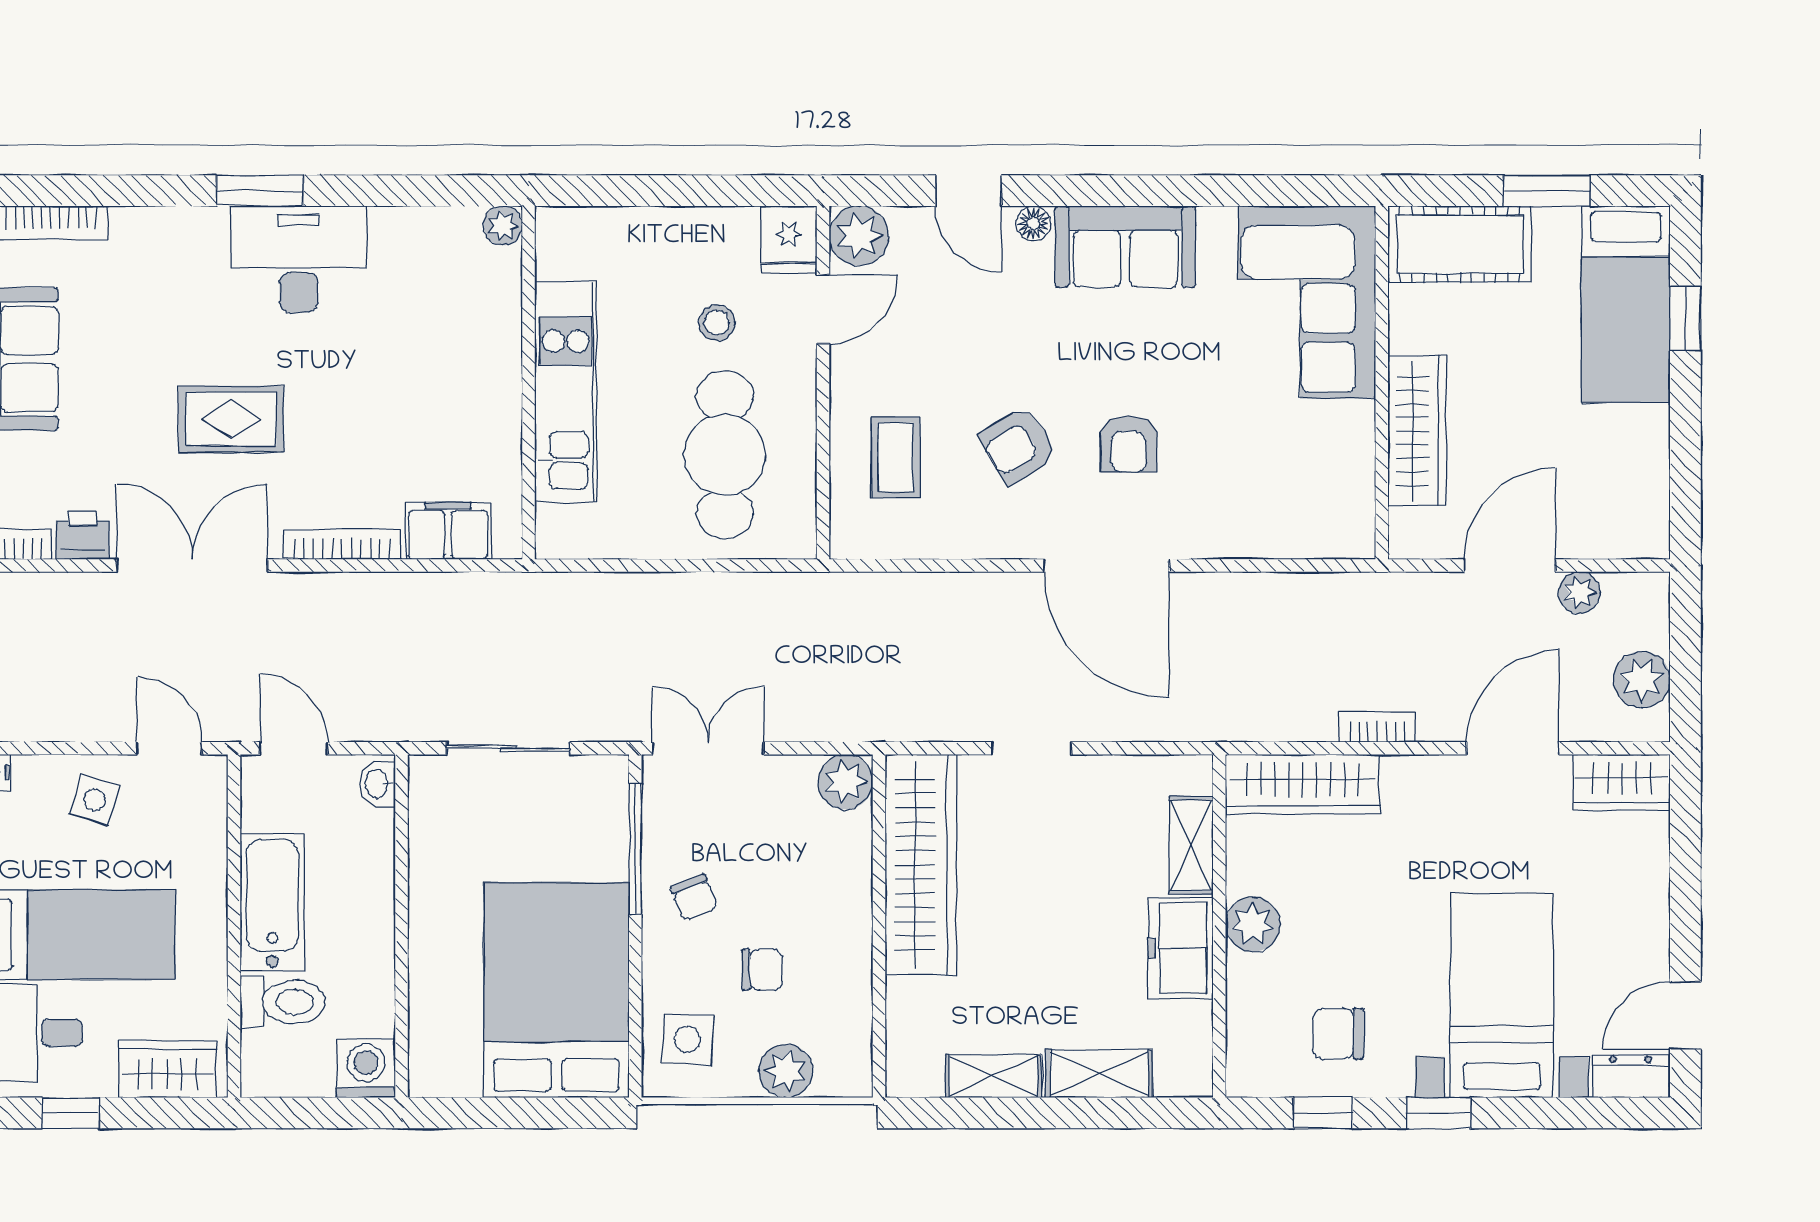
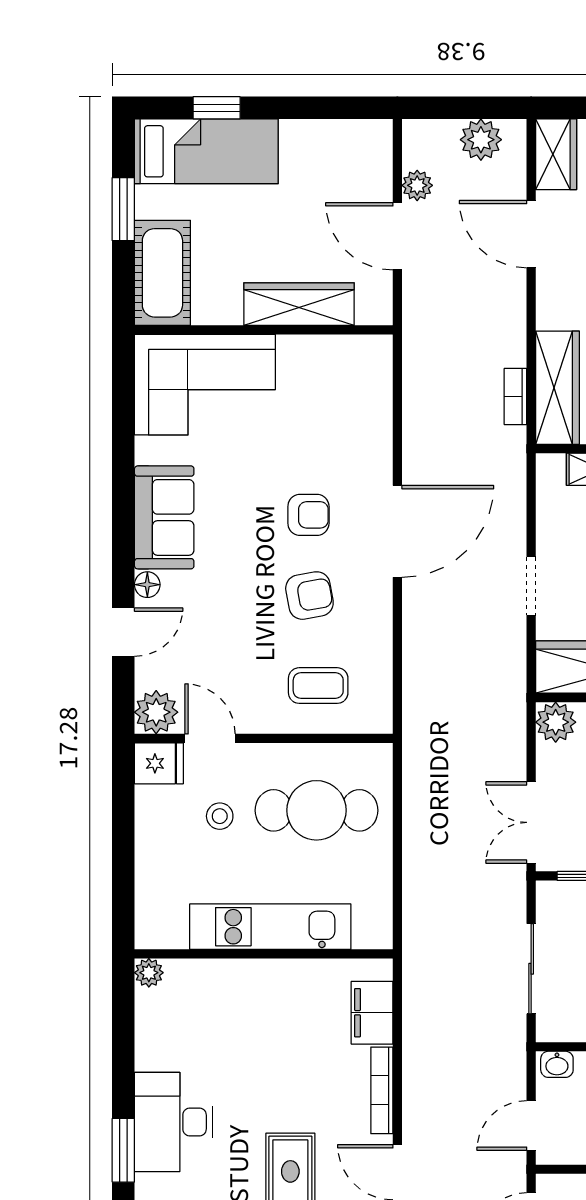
armchair: (1019, 445) -> (309, 596), turned -69
bookcase: (1377, 727) -> (515, 396), moved

